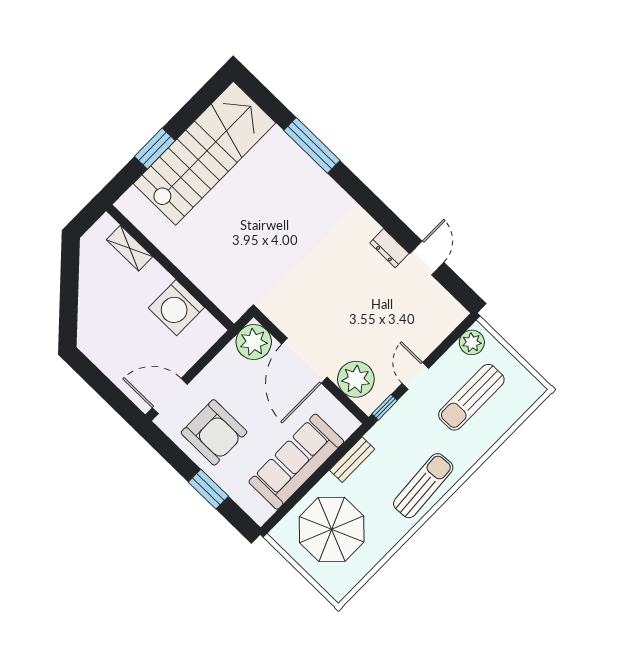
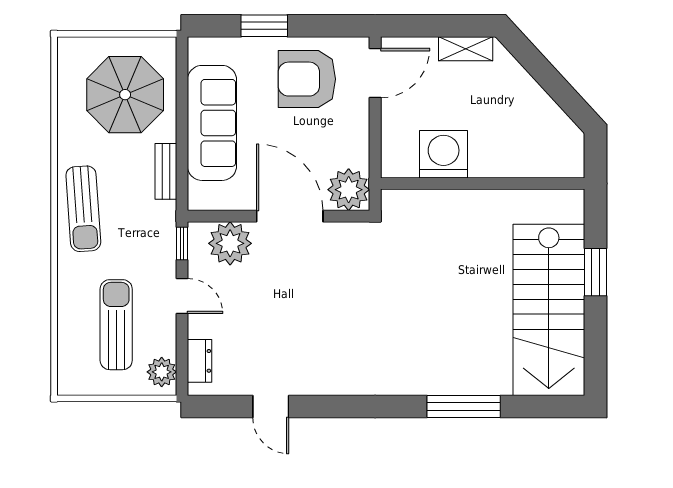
shelving: (130, 248) -> (466, 49), moved
dresser: (389, 248) -> (199, 361), moved, turned 90

